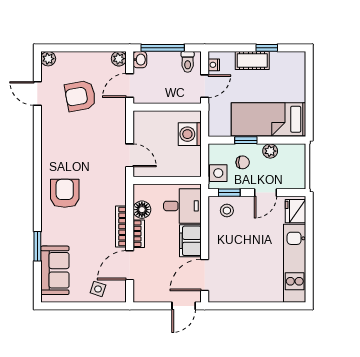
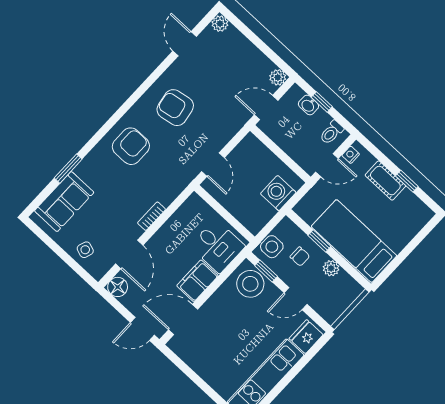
window: (163, 48) -> (322, 102), width x0.46
washbasin: (140, 60) -> (308, 105), moved, turned 90
armchair: (80, 96) -> (175, 108), moved
floor lamp: (142, 210) -> (118, 287), moved
stool: (227, 211) -> (250, 284), width x1.89, depth x1.89
bookcase: (121, 227) -> (152, 216), width x0.64
bookcase: (139, 234) -> (161, 236), removed
door: (130, 265) -> (129, 254), swing flipped

